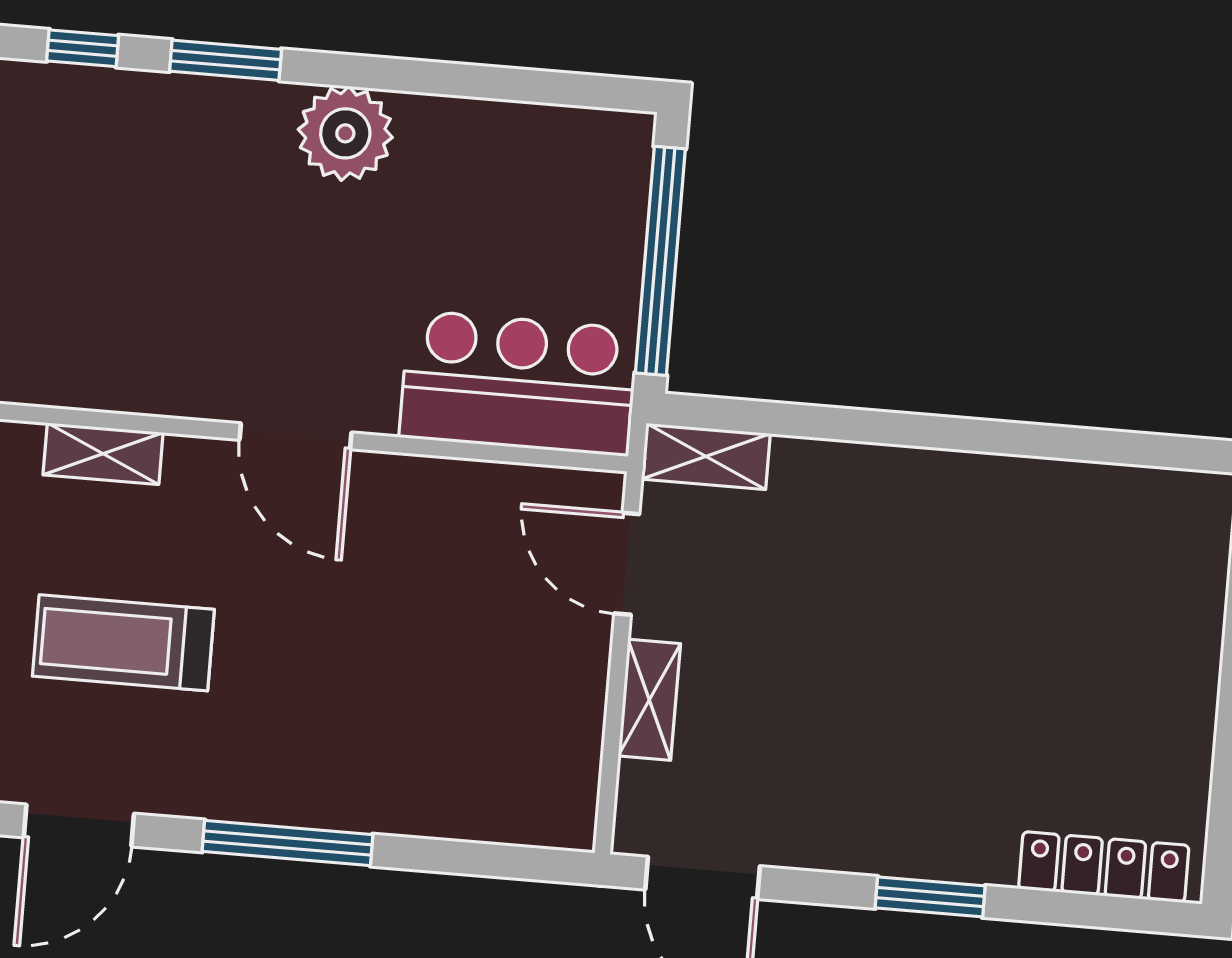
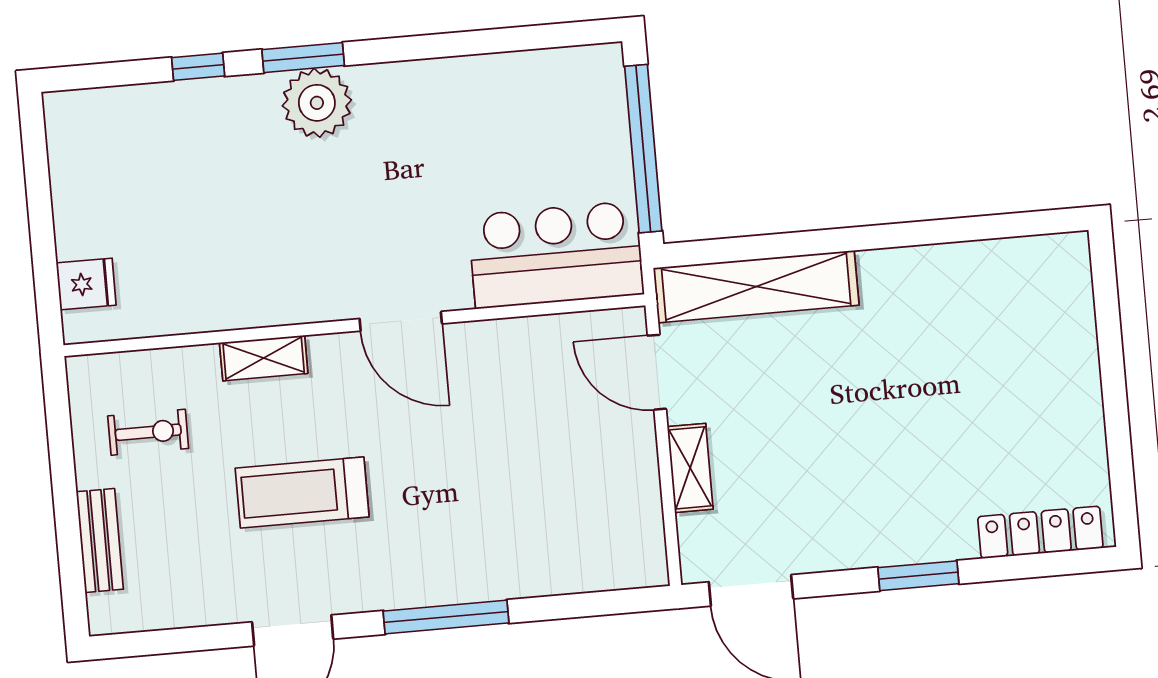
plant: (345, 133) -> (317, 103), moved
shelving: (706, 456) -> (756, 287), width x2.20, depth x1.33

